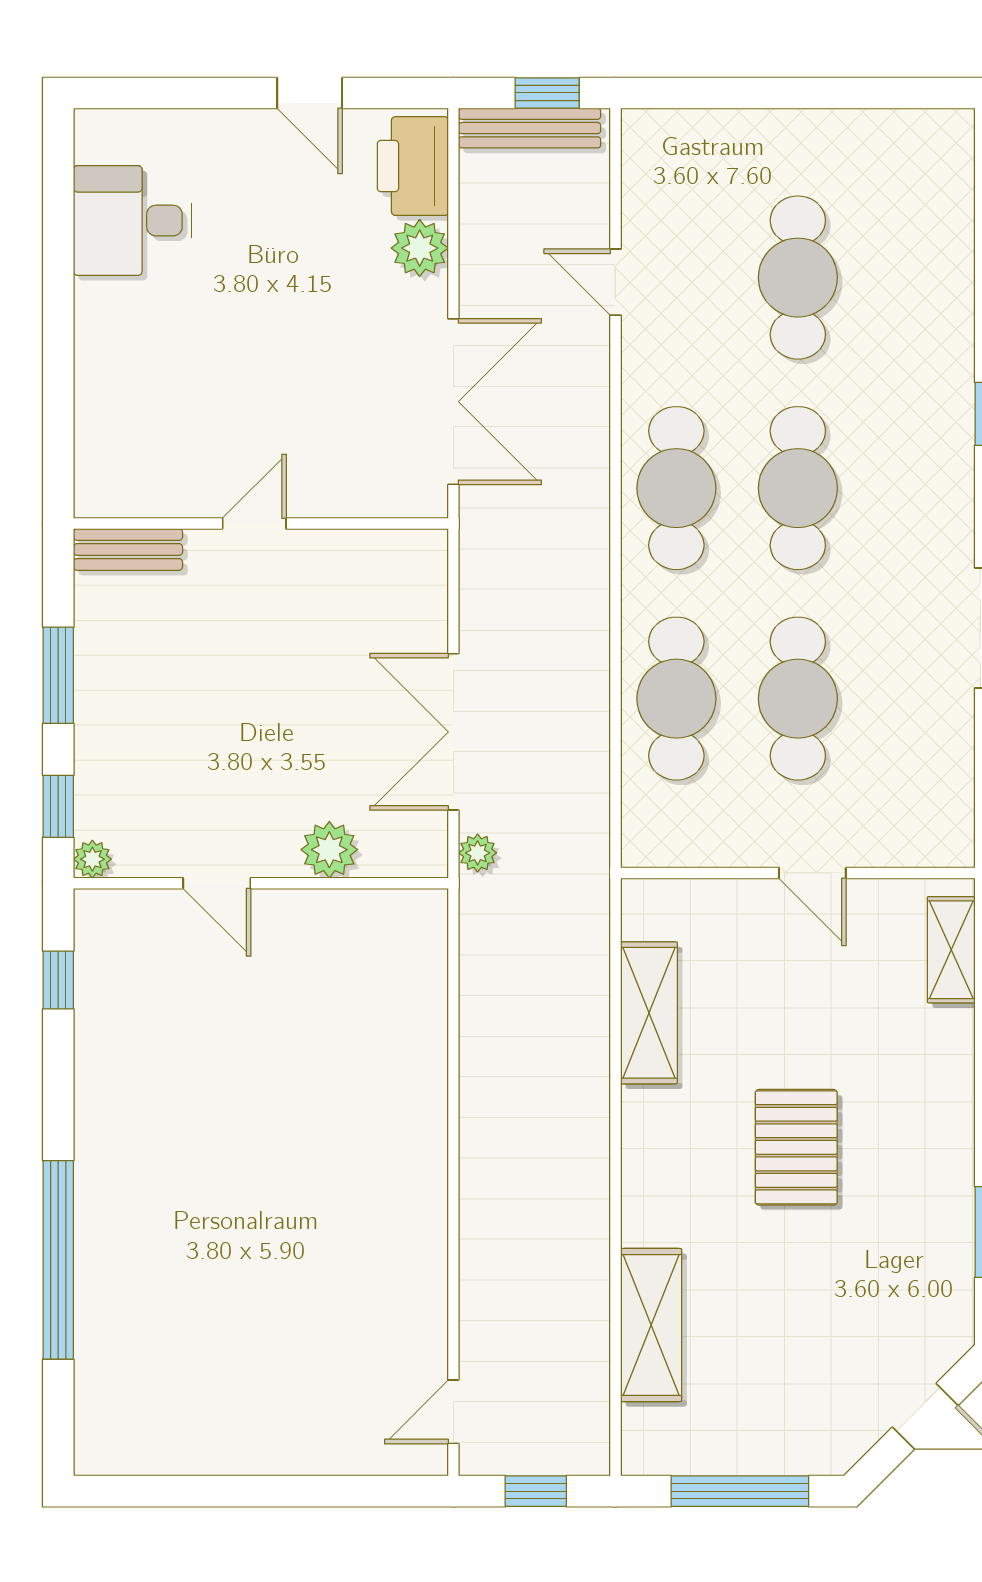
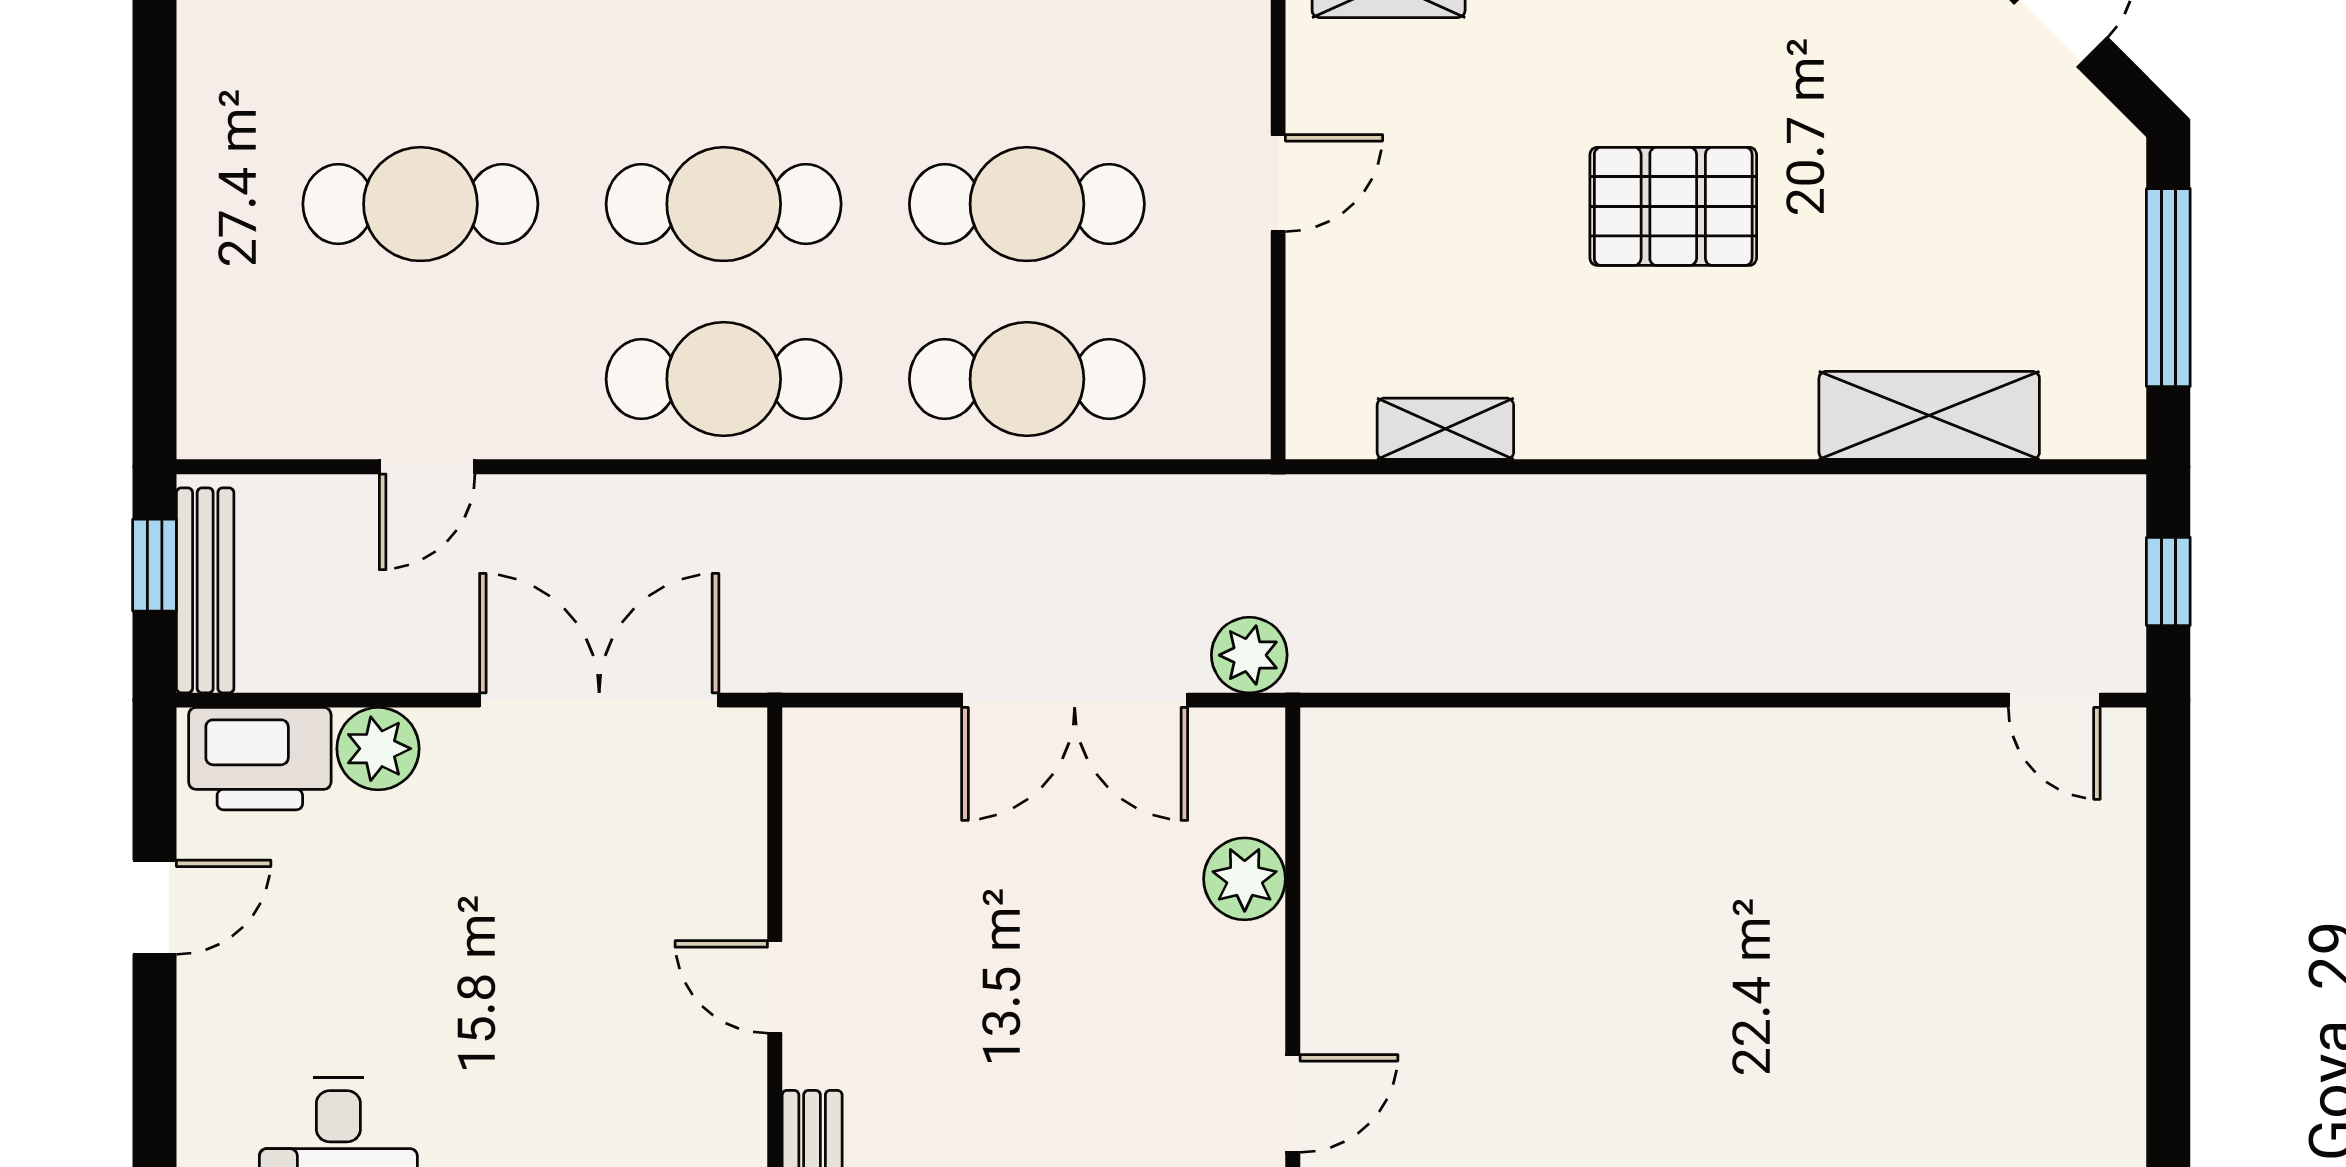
plant: (478, 853) -> (1249, 655), width x1.38, depth x1.38
door: (217, 883) -> (1293, 1103), moved
shelving: (649, 1013) -> (1445, 429), width x0.67, depth x0.75

